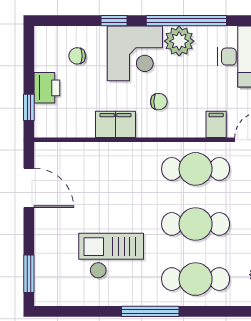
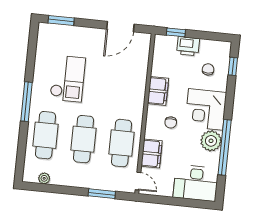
window: (114, 21) -> (233, 66), moved
filing cabinet: (216, 124) -> (152, 153), width x2.00

